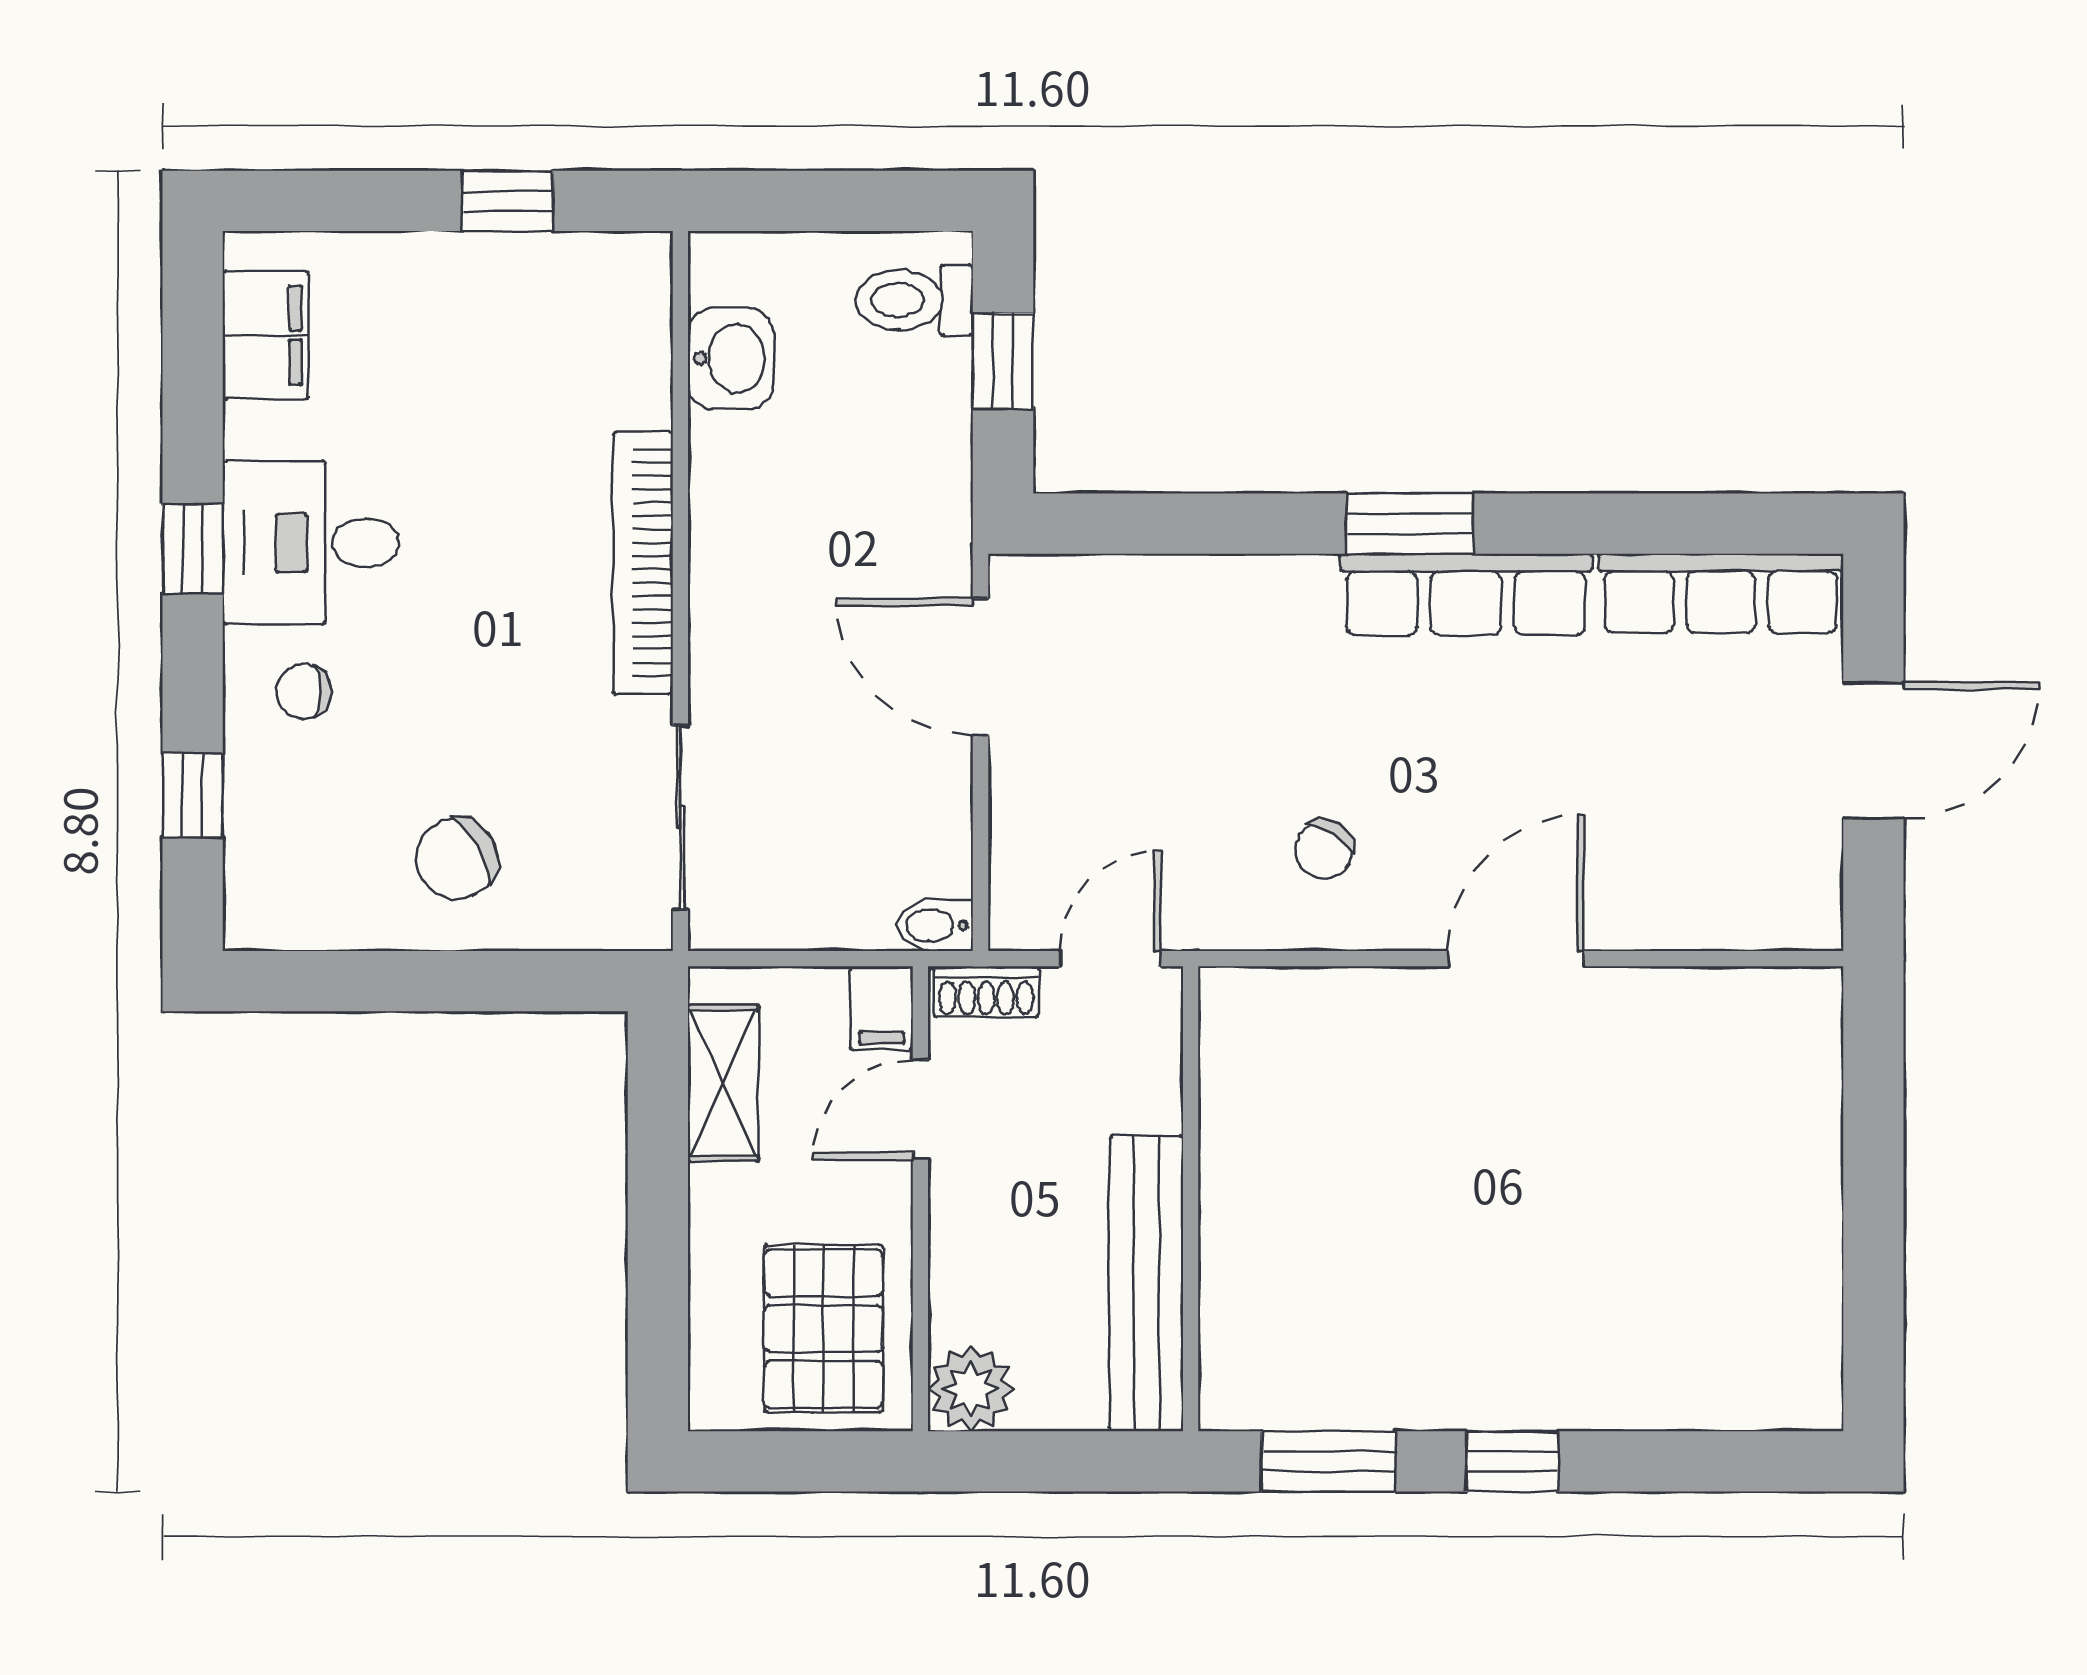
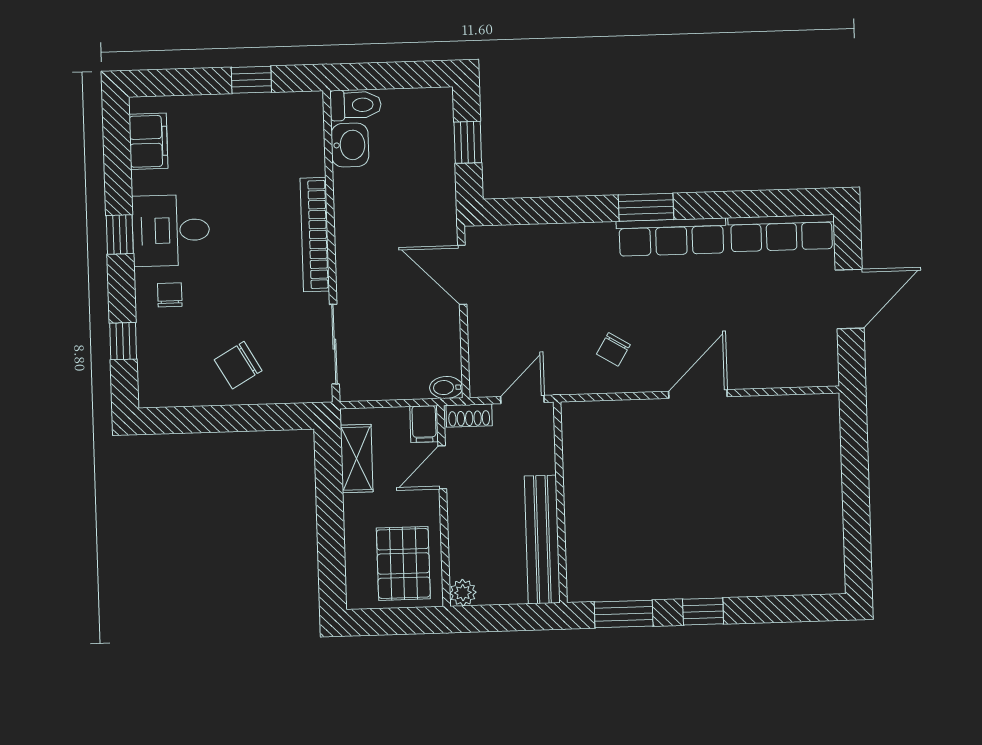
toilet: (914, 300) -> (356, 105), moved, turned 180
chair: (304, 692) -> (170, 295), turned 90
plant: (971, 1389) -> (463, 593), width x0.73, depth x0.73

